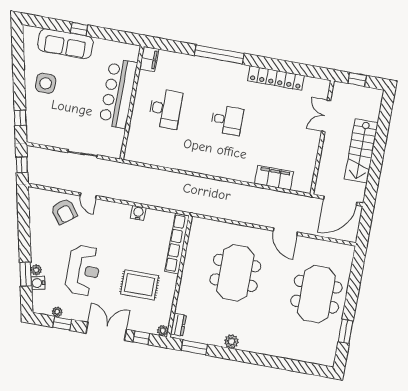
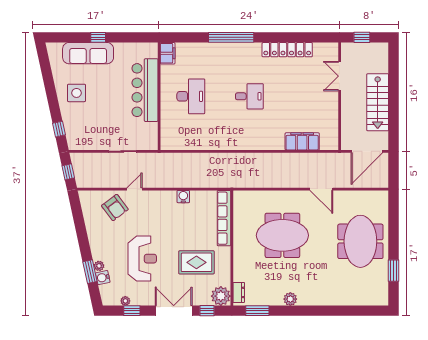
door: (88, 196) -> (134, 189), swing flipped
meeting table: (235, 273) -> (282, 235), turned 90
plant: (163, 331) -> (221, 296), width x1.88, depth x1.88

